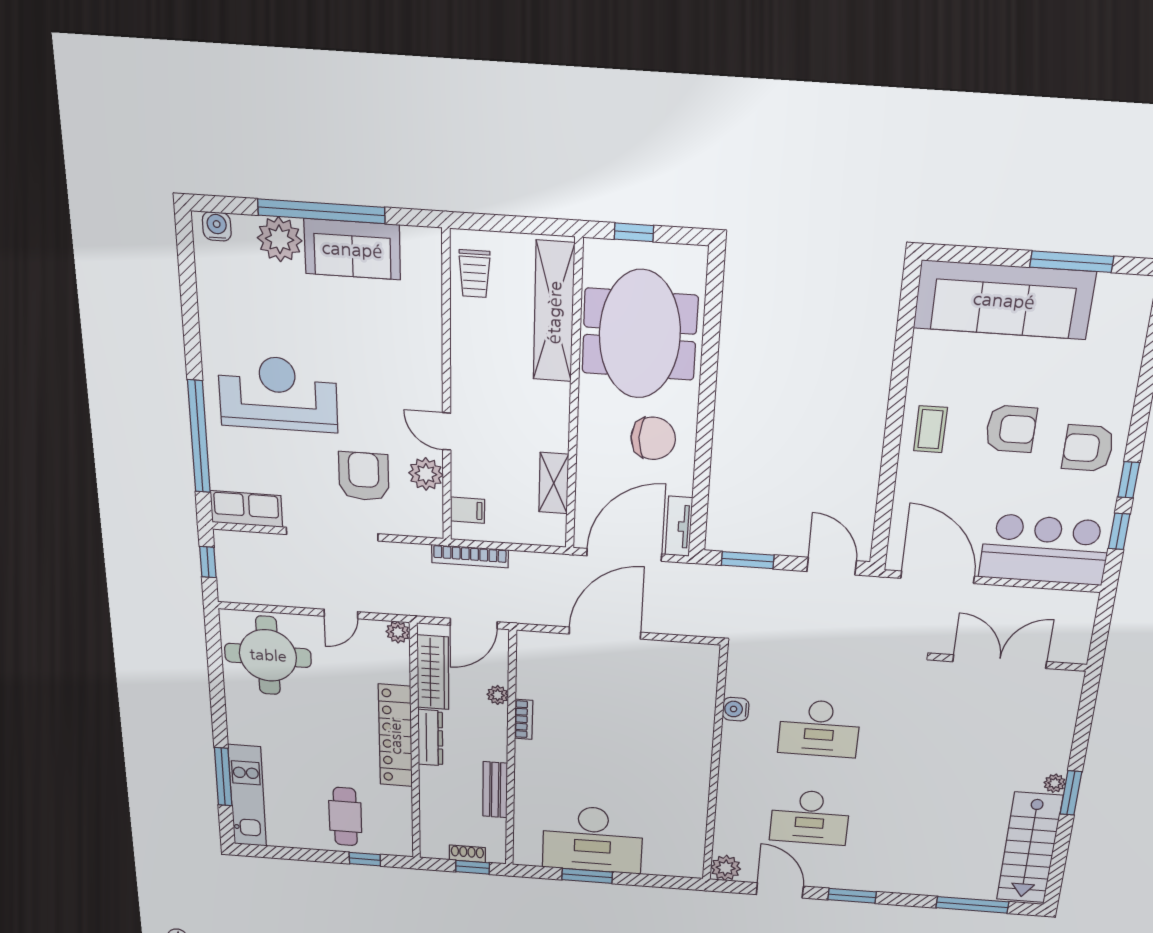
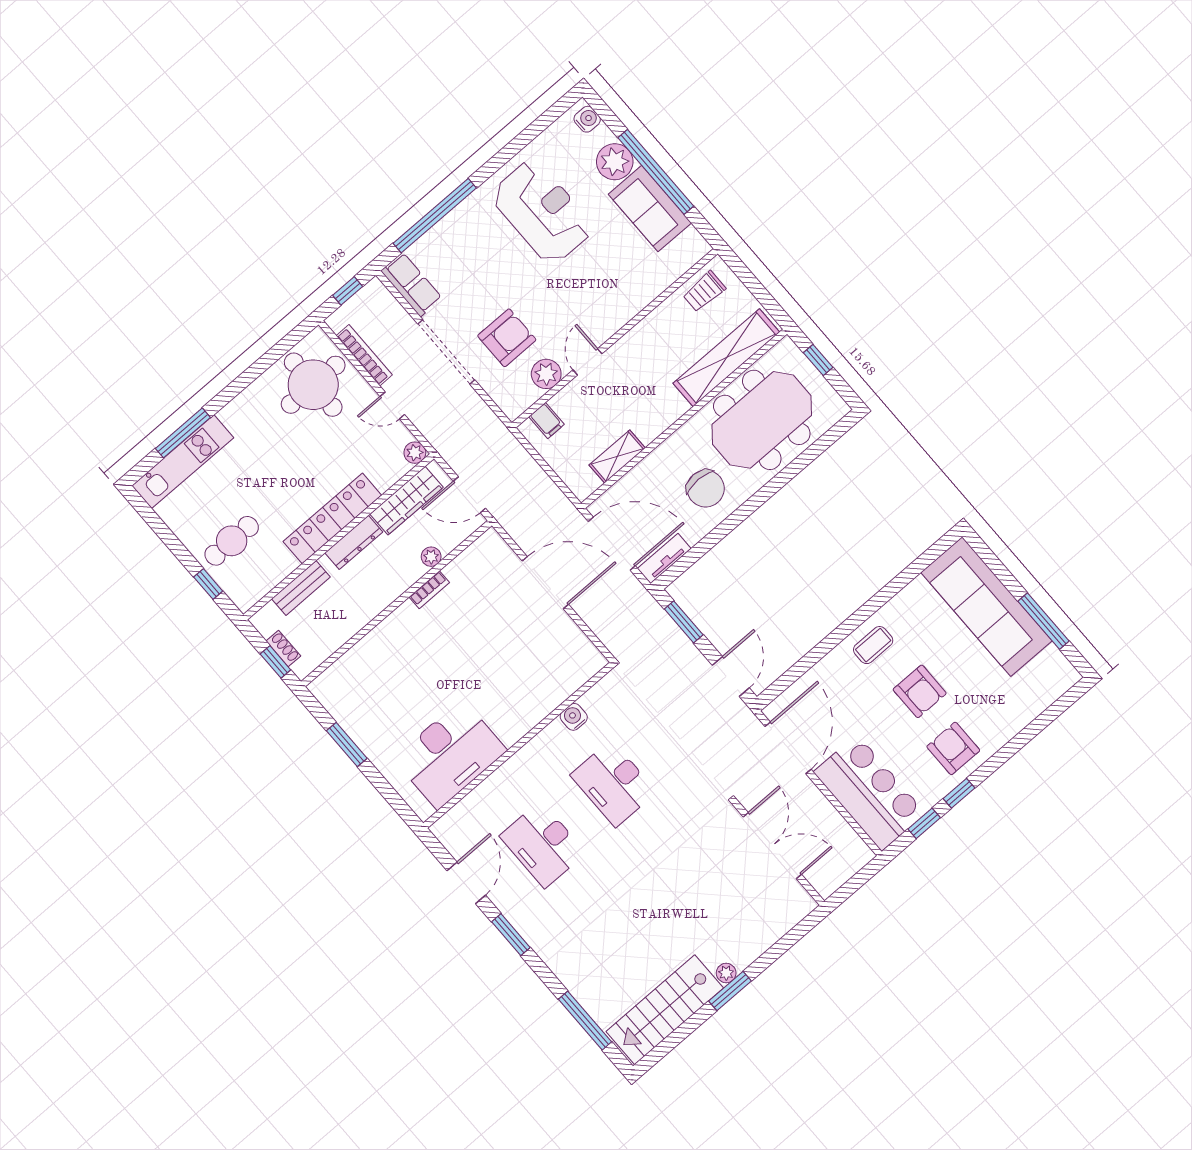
reception desk: (278, 394) -> (542, 212), moved
bookcase: (470, 556) -> (364, 355), moved, turned 180
bench: (495, 790) -> (301, 588), moved
desk: (593, 839) -> (450, 754), moved, turned -90
plant: (726, 868) -> (447, 829), removed

